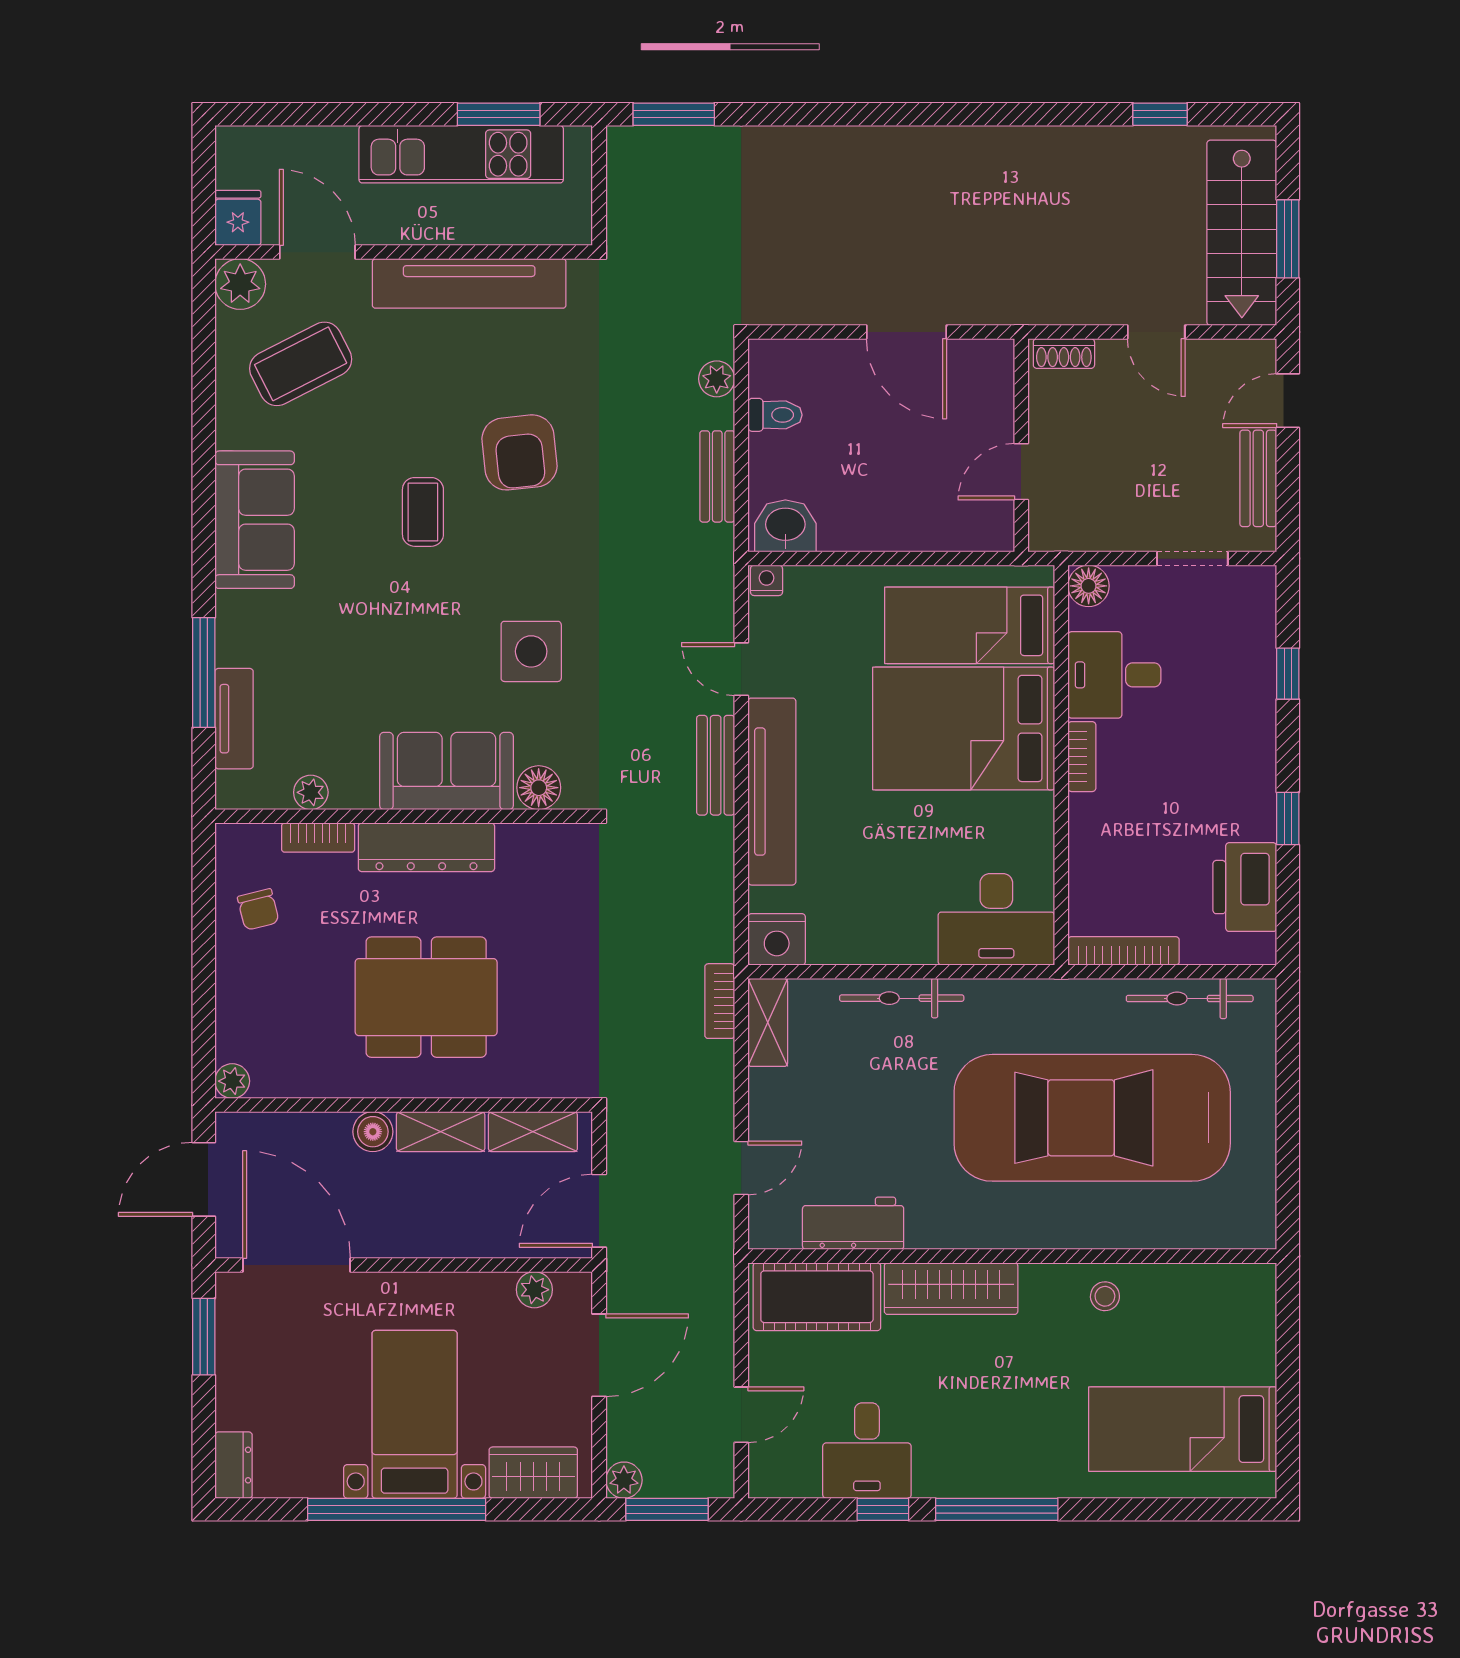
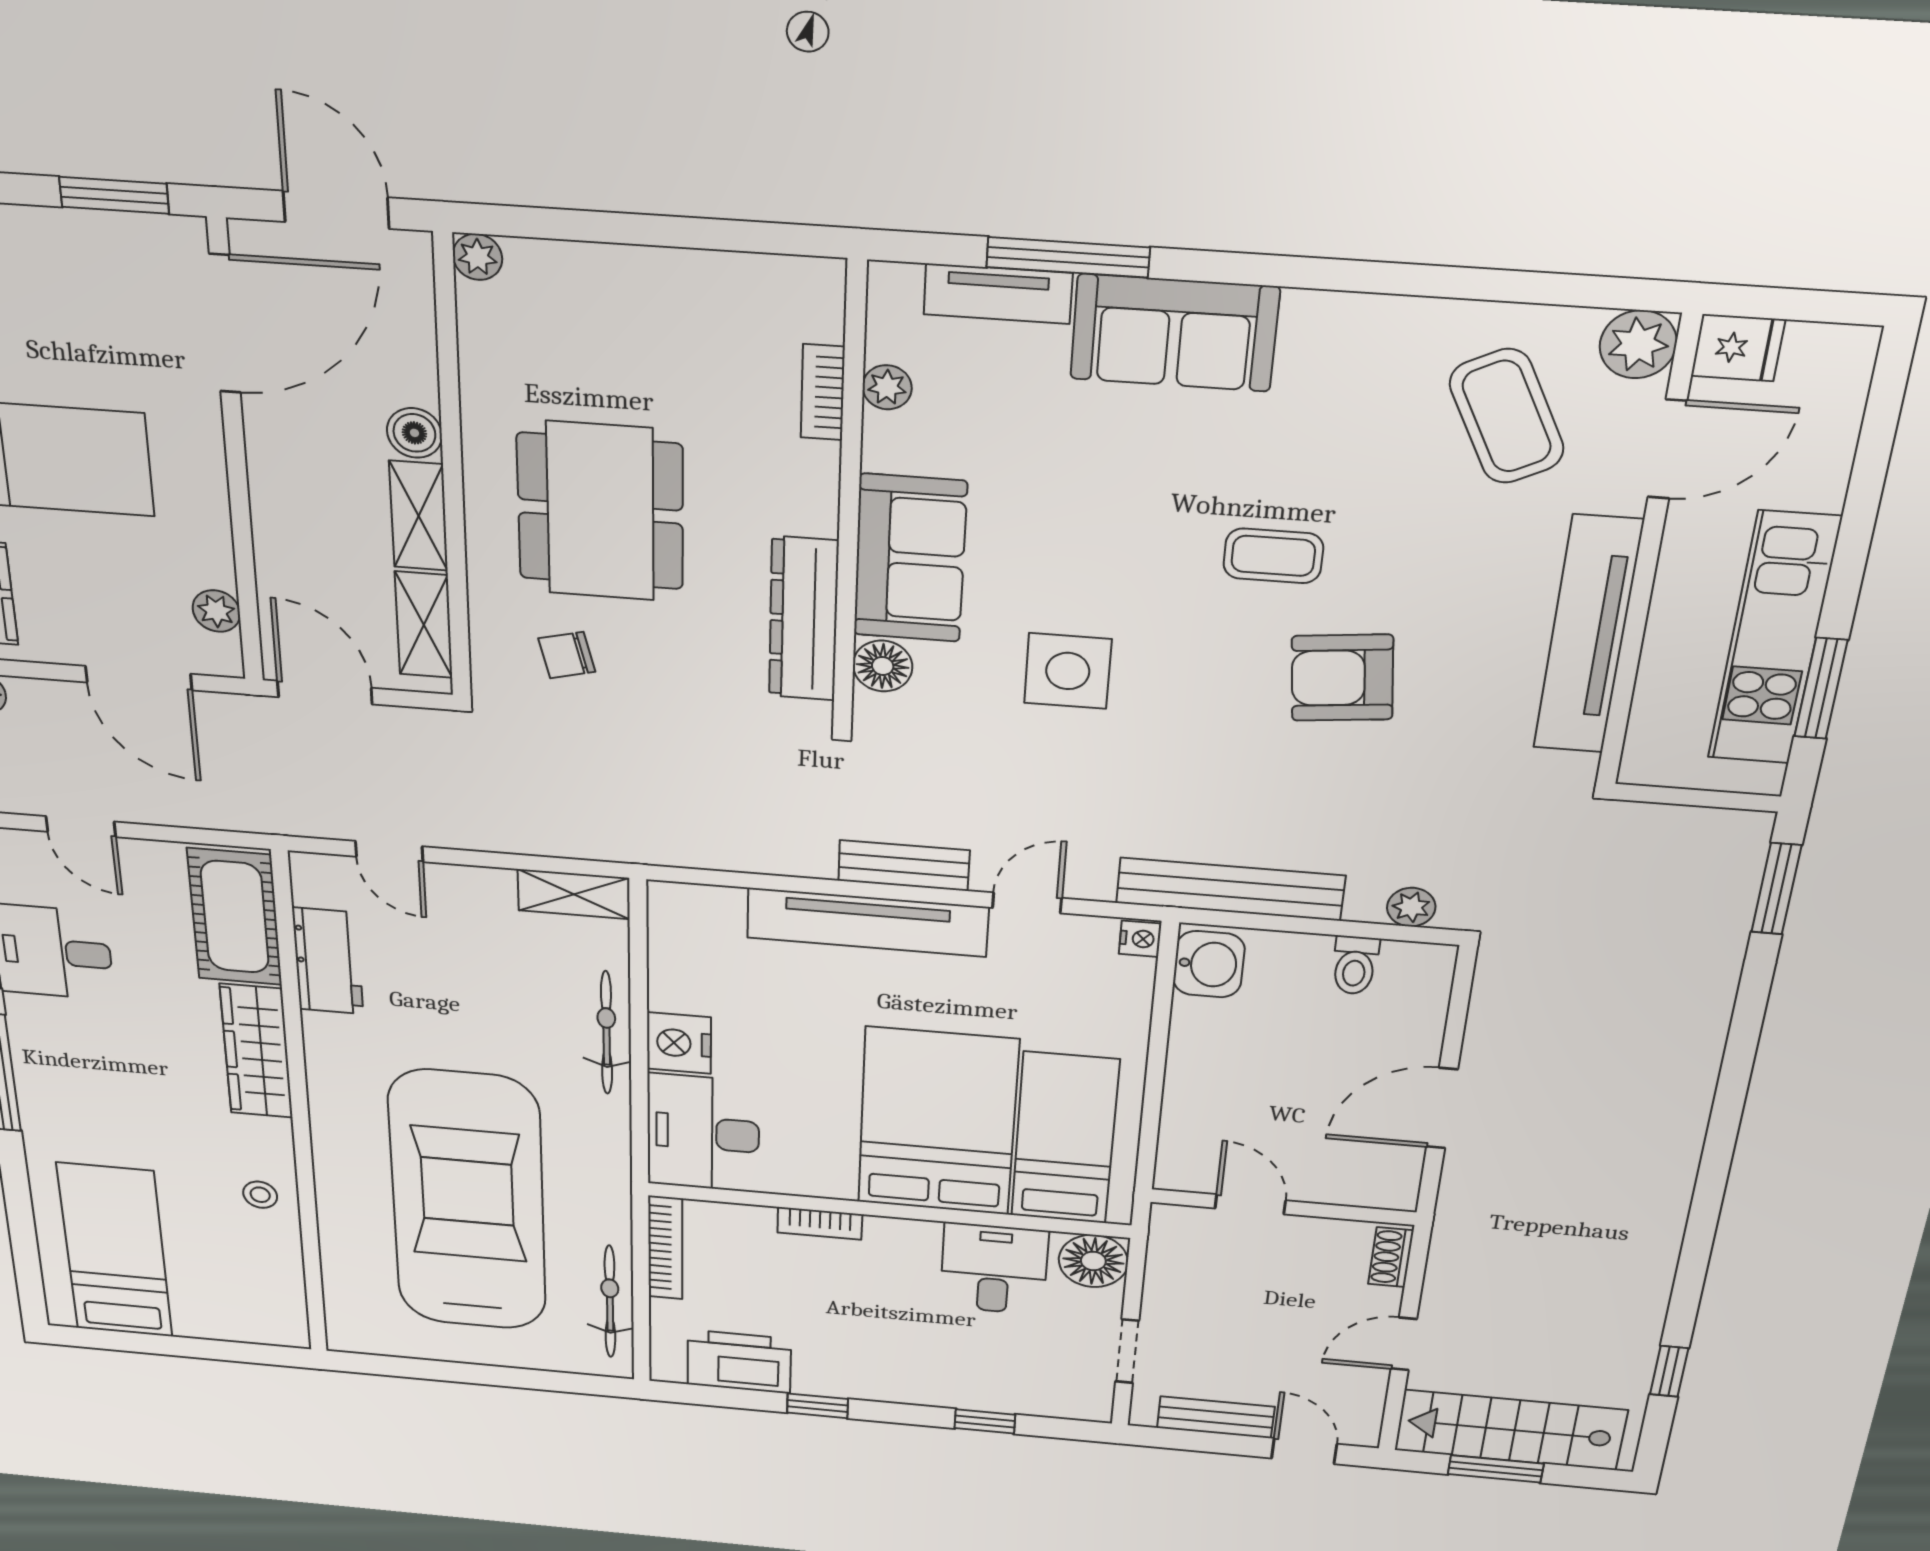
bench: (717, 476) -> (1230, 889), width x1.86, depth x1.21
sofa: (255, 520) -> (1174, 333), moved
floor lamp: (1089, 586) -> (1093, 1261), width x1.38, depth x1.38
bookcase: (1082, 757) -> (820, 1223), moved
dresser: (426, 847) -> (804, 619), moved
chair: (258, 909) -> (567, 655), moved
nightstand: (777, 939) -> (679, 1043), moved
bookcase: (720, 1001) -> (600, 846), removed

